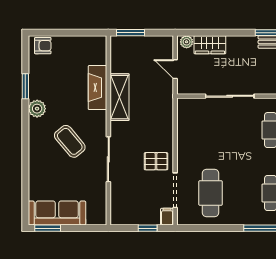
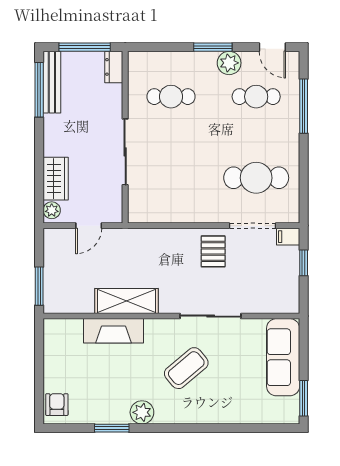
sofa: (57, 213) -> (283, 357), moved

